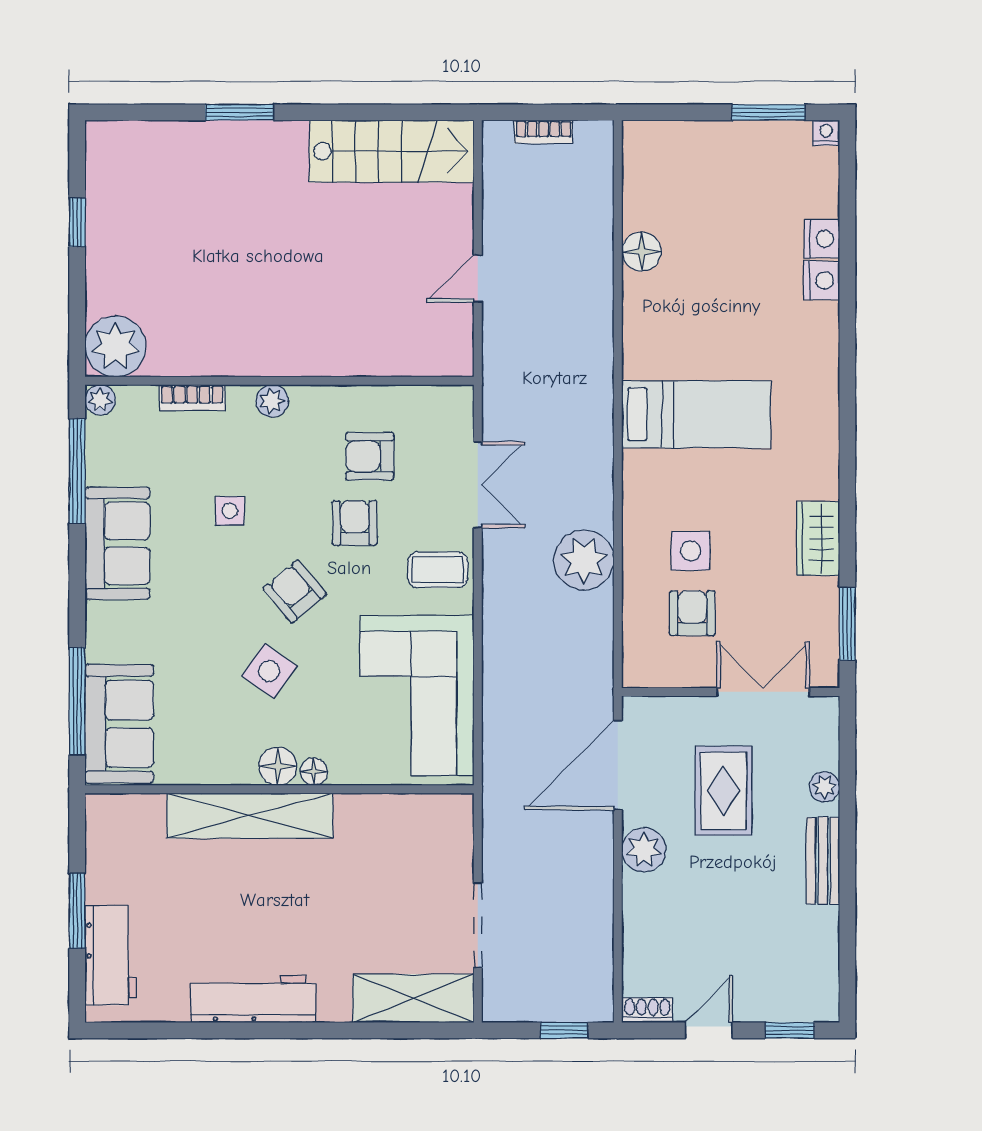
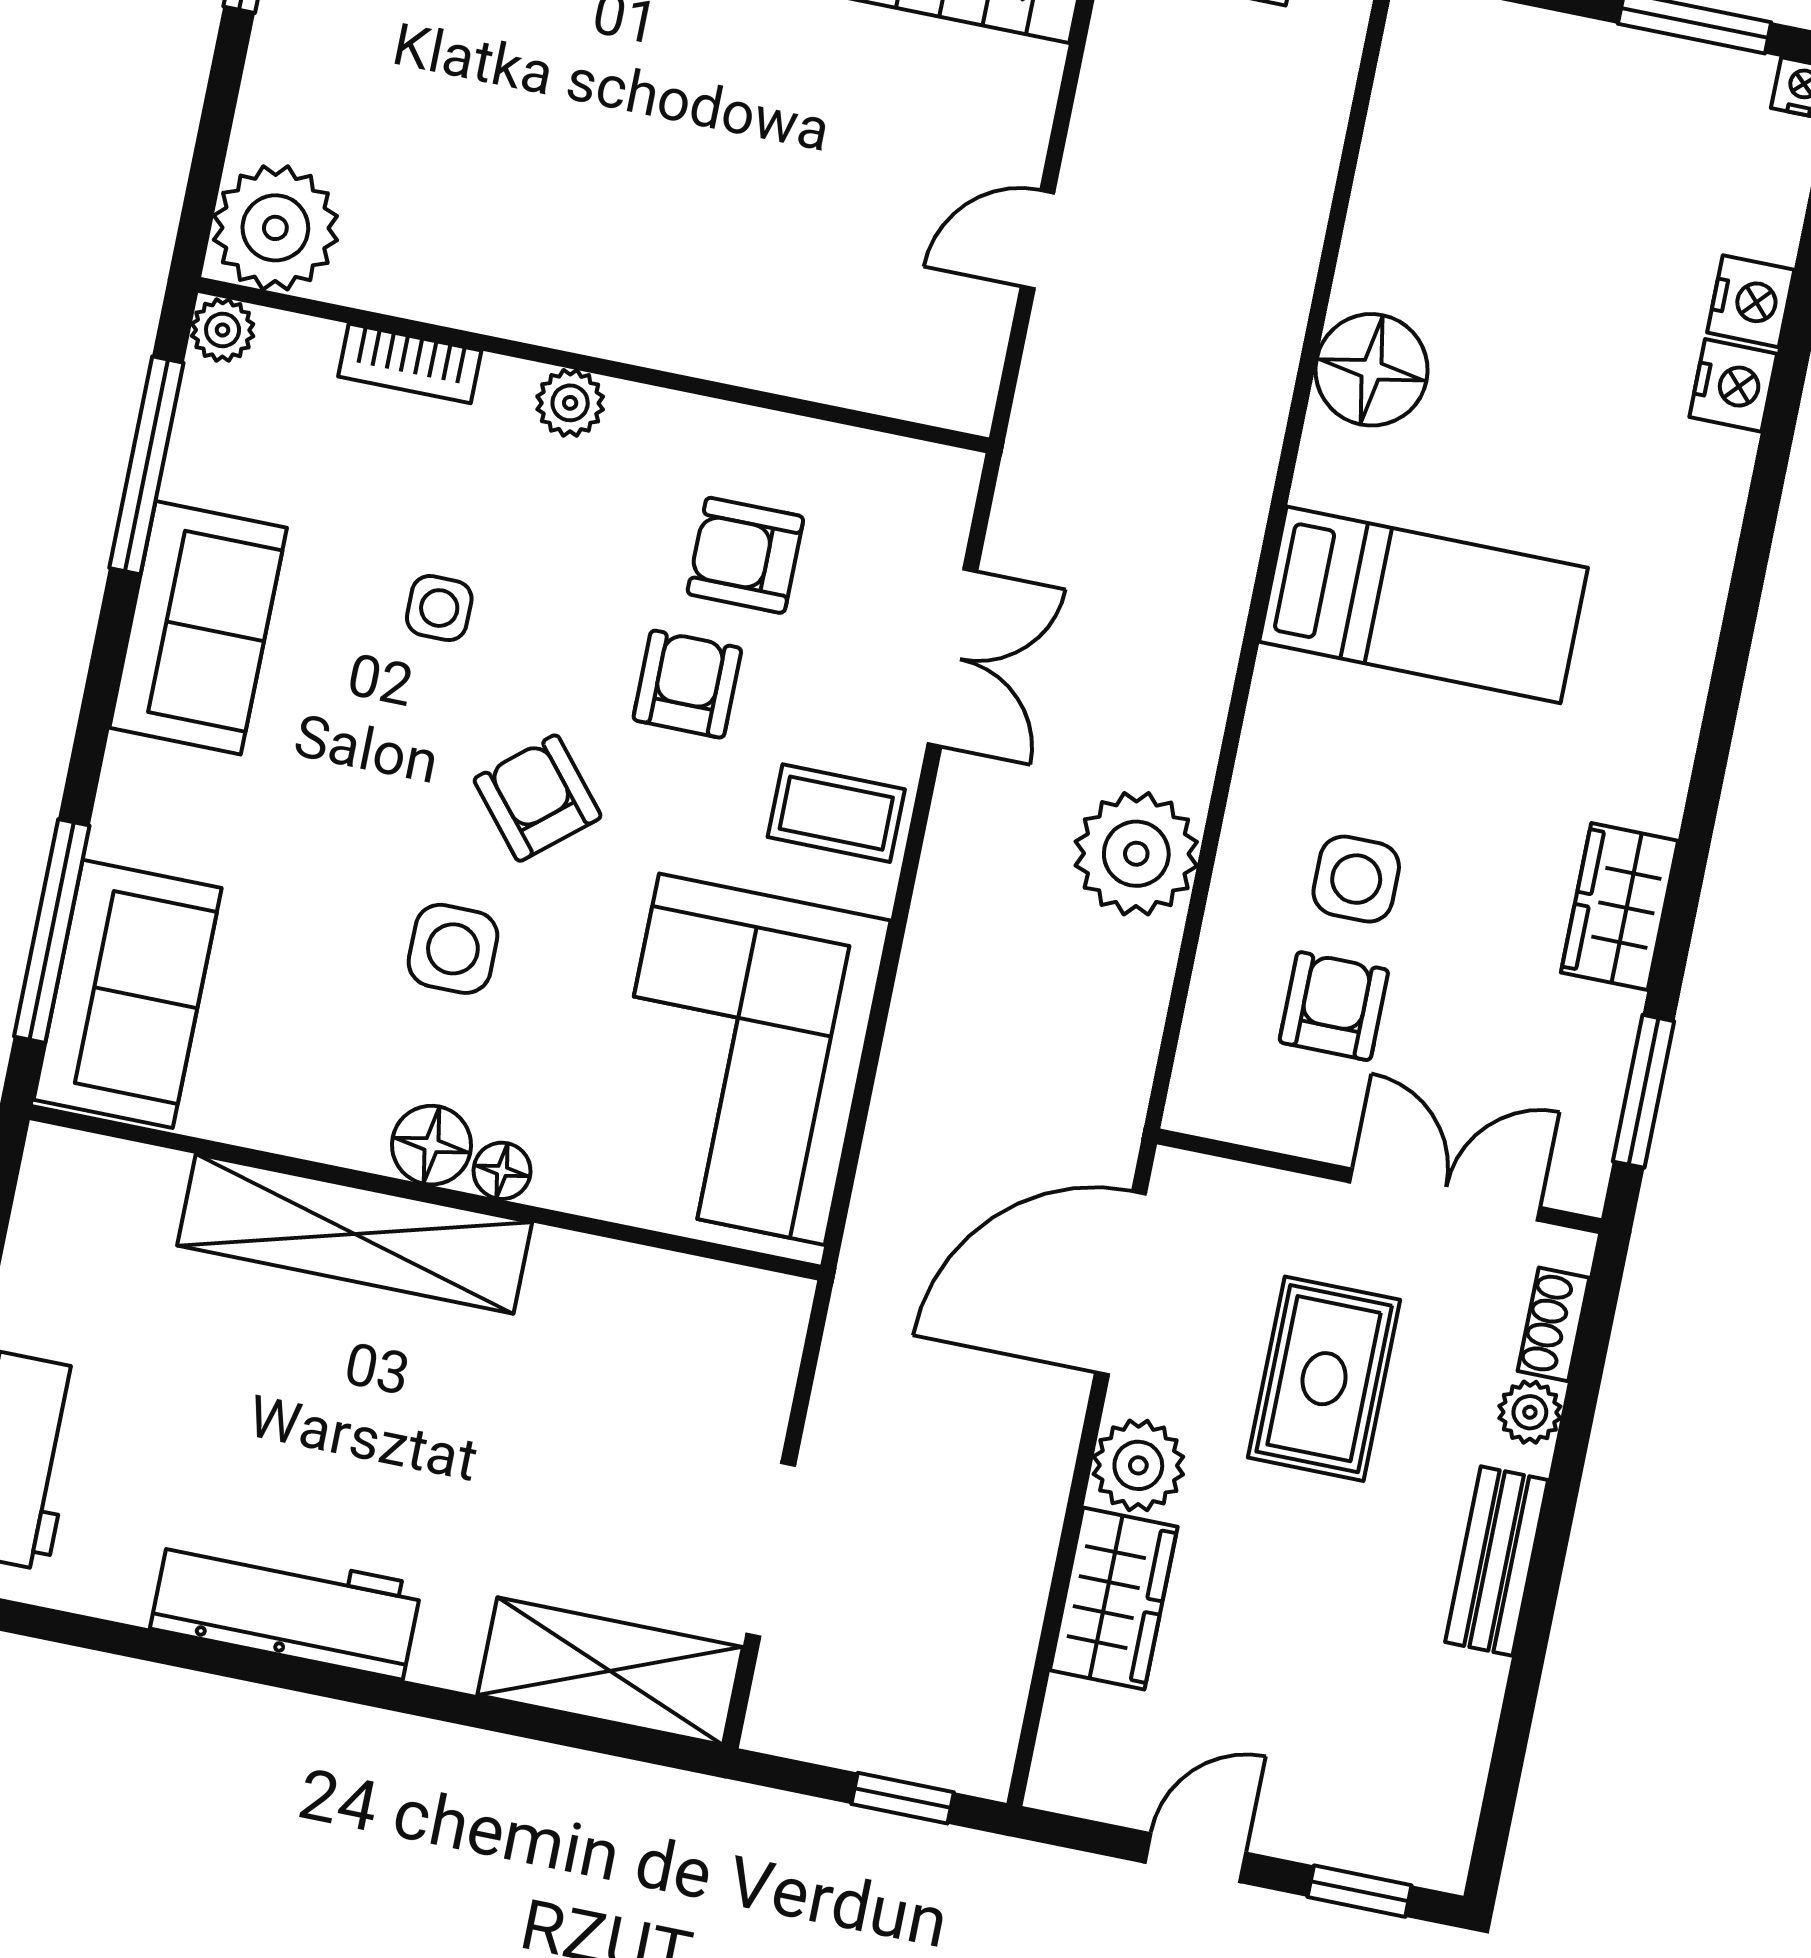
floor lamp: (641, 252) -> (1372, 370), moved, width x1.38, depth x1.38
side table: (269, 671) -> (453, 949), turned -35
wardrobe: (645, 915) -> (1114, 1599), added
shoe rack: (647, 1010) -> (1553, 1324), moved, turned -90

